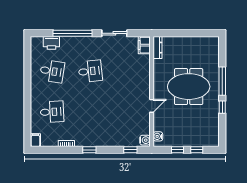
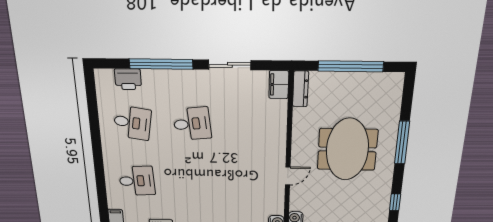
window: (187, 33) -> (351, 66), added
meeting table: (189, 87) -> (347, 149), turned 90
window: (222, 107) -> (395, 202), moved

